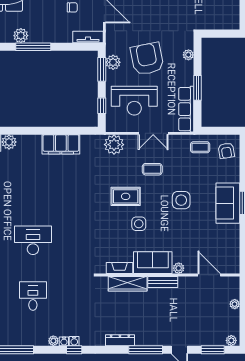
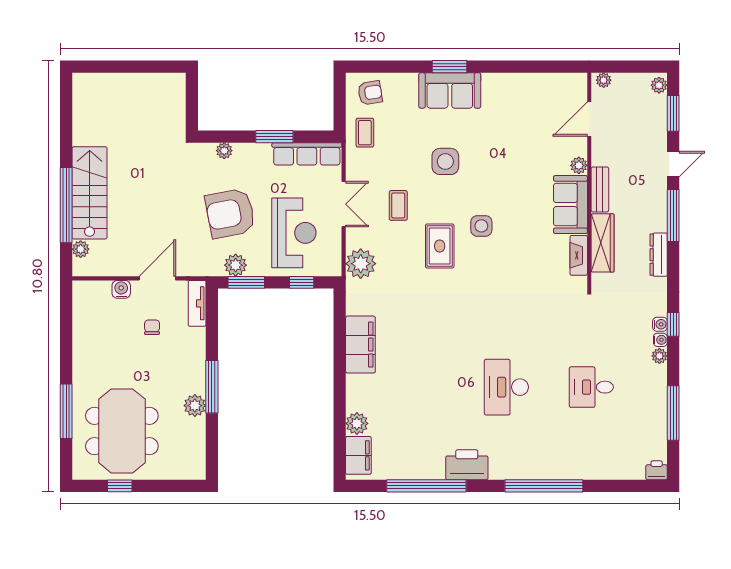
sofa: (153, 263) -> (570, 205), moved
fireplace: (119, 268) -> (579, 255), moved
plant: (179, 268) -> (579, 165), moved
wall: (168, 275) -> (589, 181), moved
door: (209, 275) -> (589, 119), moved
bench: (163, 282) -> (600, 189), moved
wardrobe: (128, 284) -> (603, 243), moved

